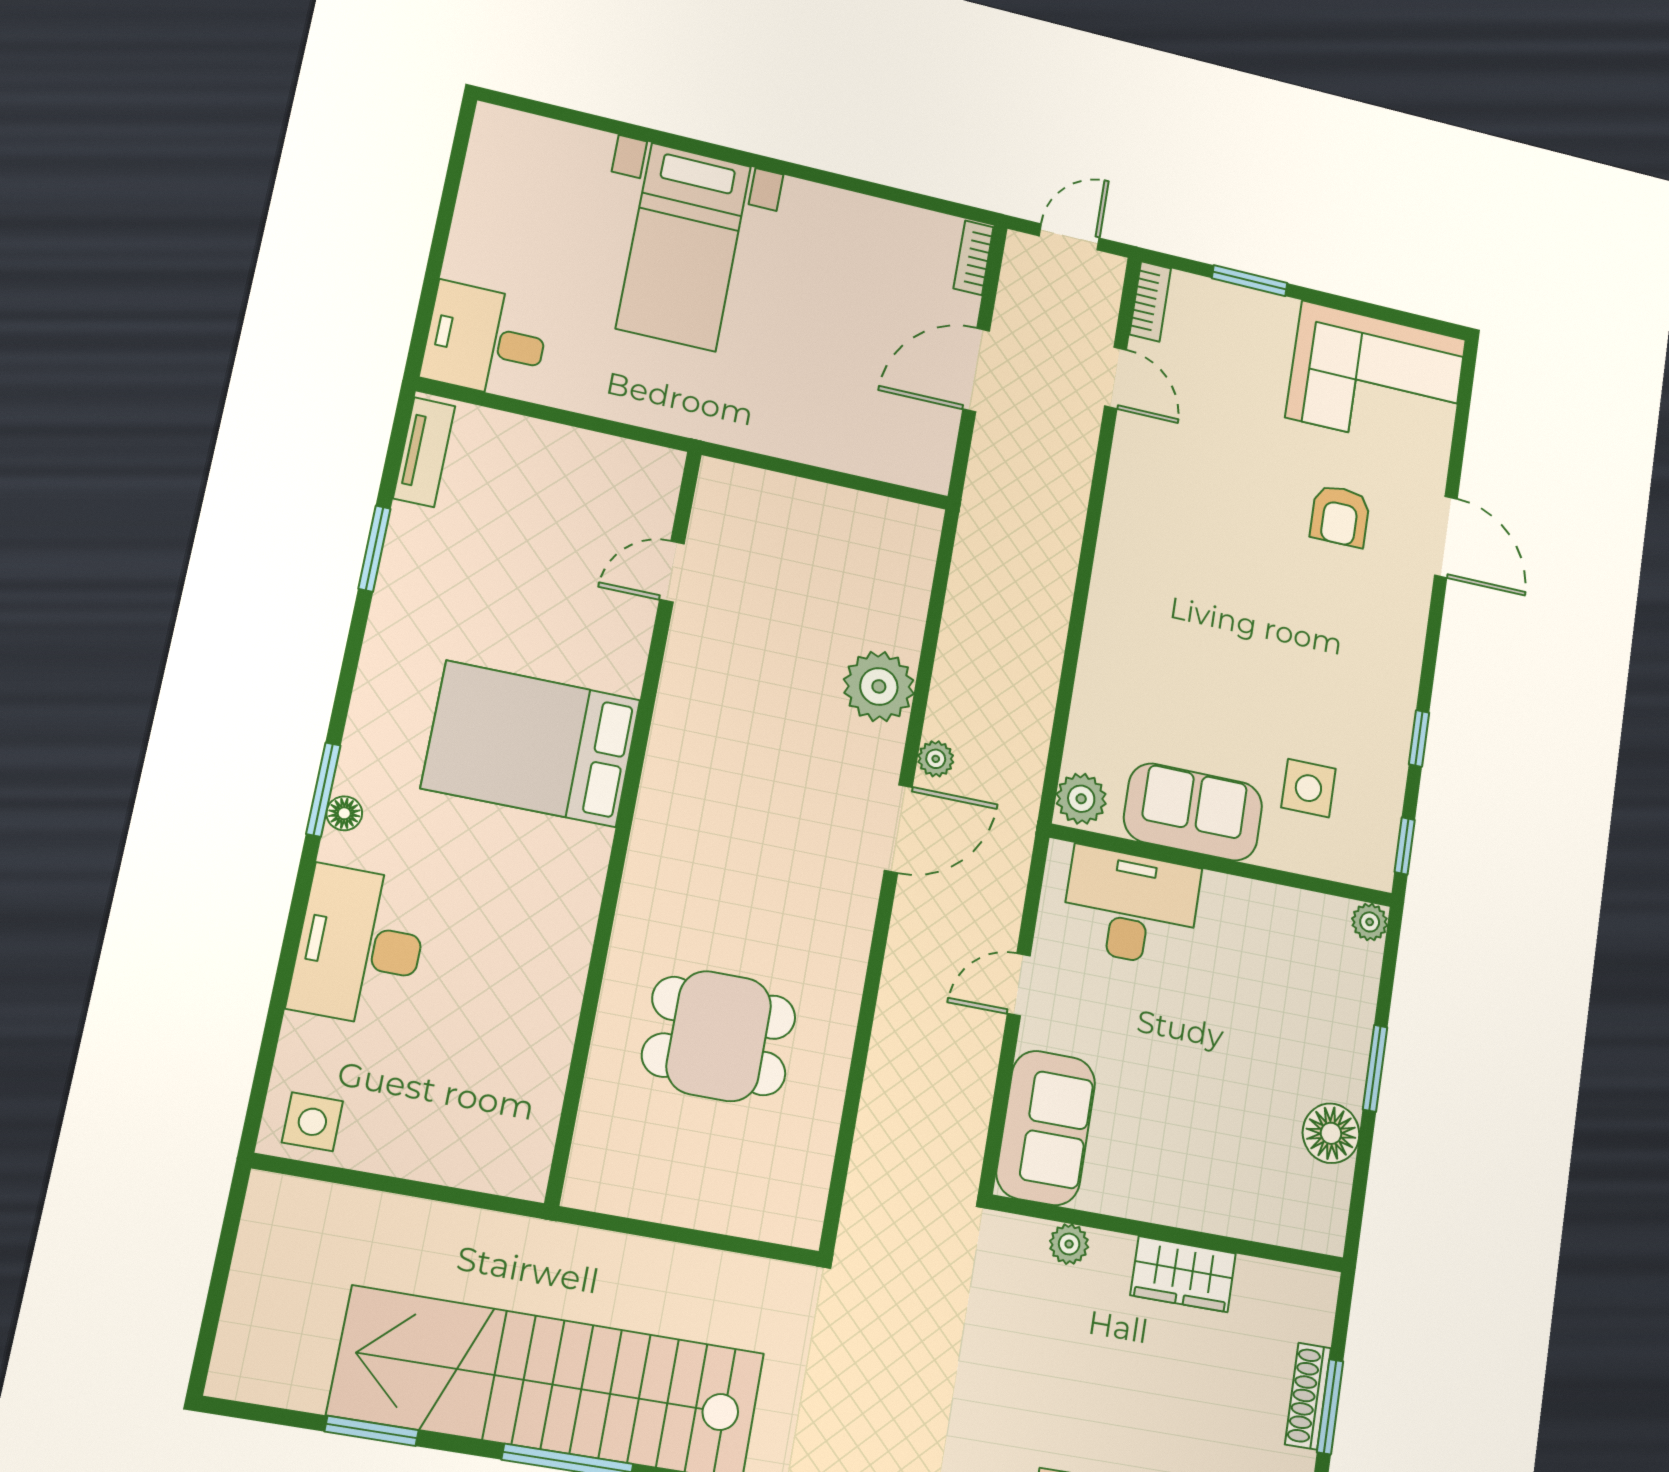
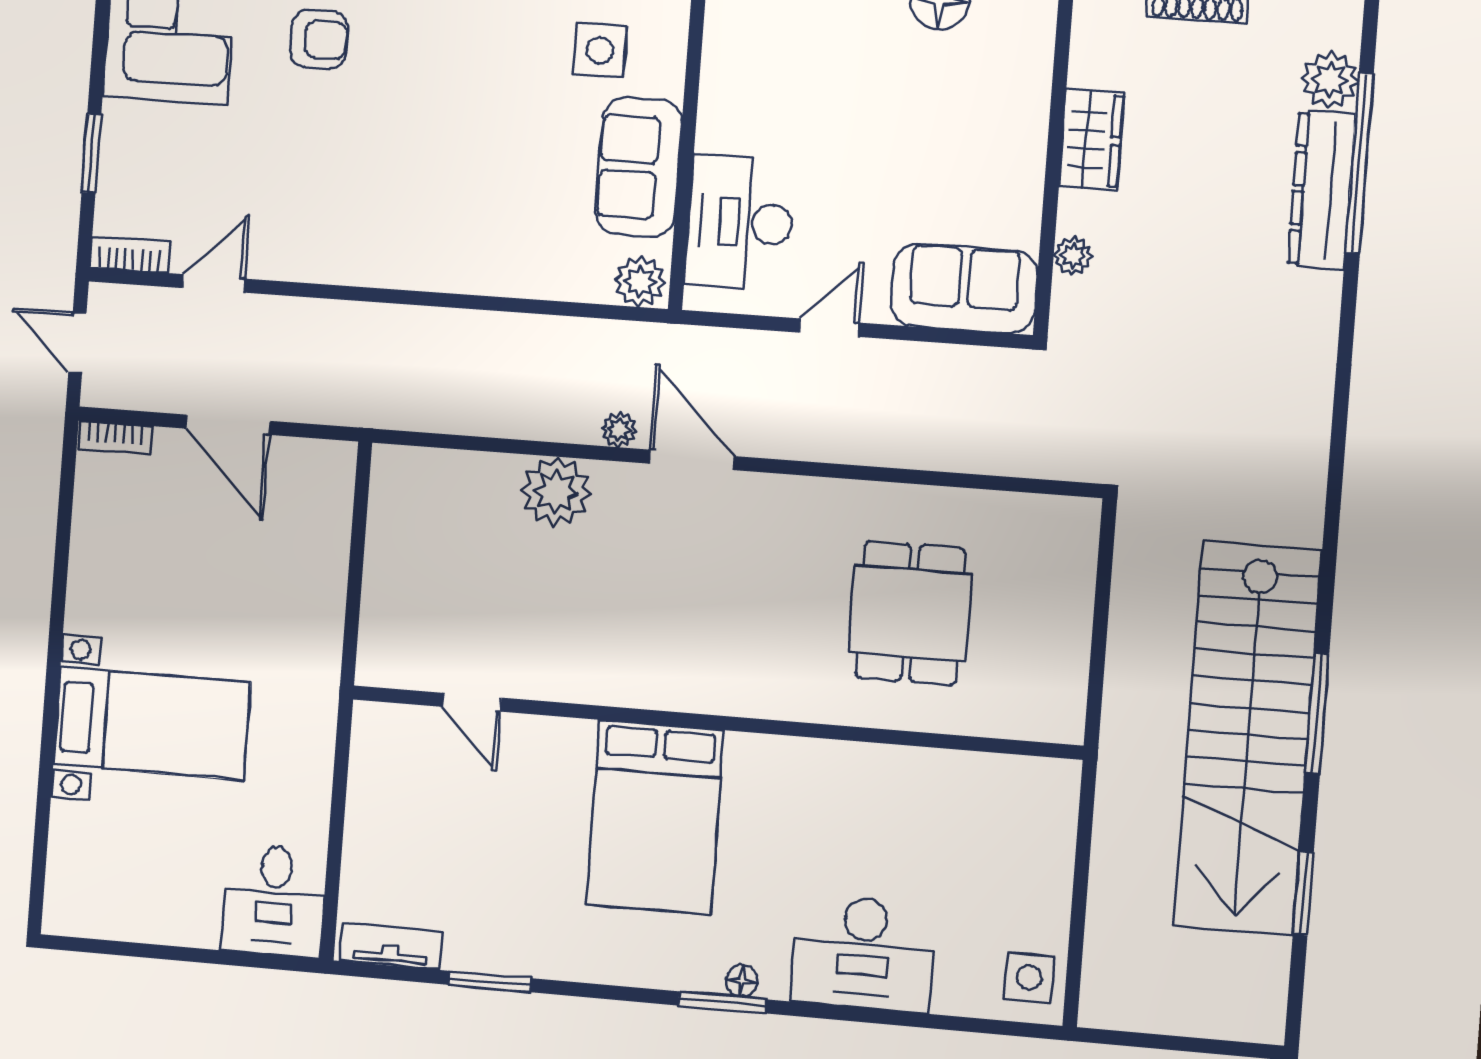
door: (1019, 985) -> (829, 328), swing flipped

